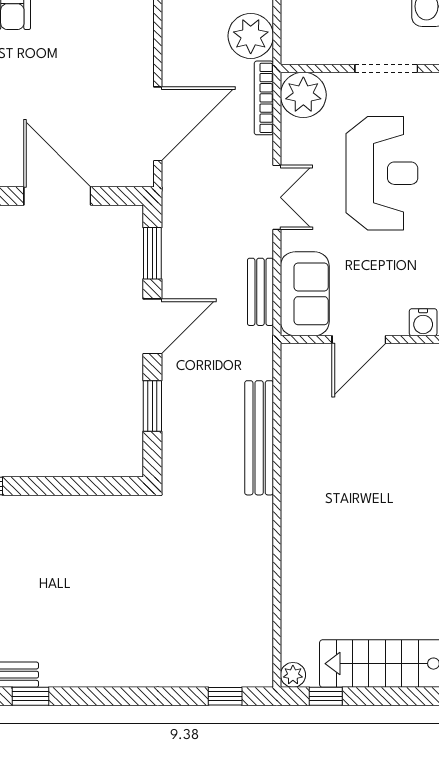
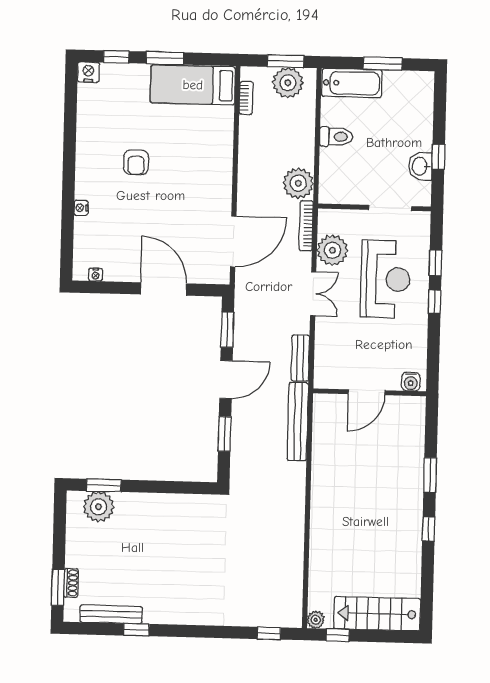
plant: (303, 95) -> (332, 250), moved
sofa: (305, 294) -> (331, 360), removed
bench: (259, 438) -> (298, 422), moved

